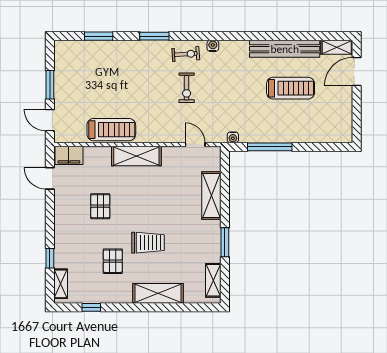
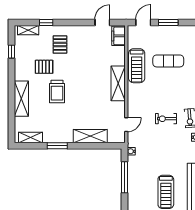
exercise mat: (104, 85) -> (168, 61), added
pallet: (100, 206) -> (60, 45), moved, turned 90

